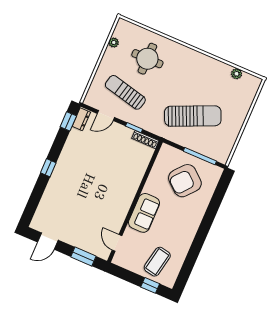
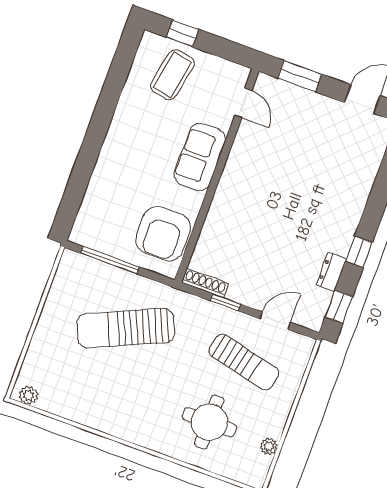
plant: (237, 74) -> (28, 395), moved
dresser: (81, 119) -> (331, 272), moved
window: (48, 168) -> (359, 252), moved
armchair: (185, 181) -> (163, 234), moved, turned 140

